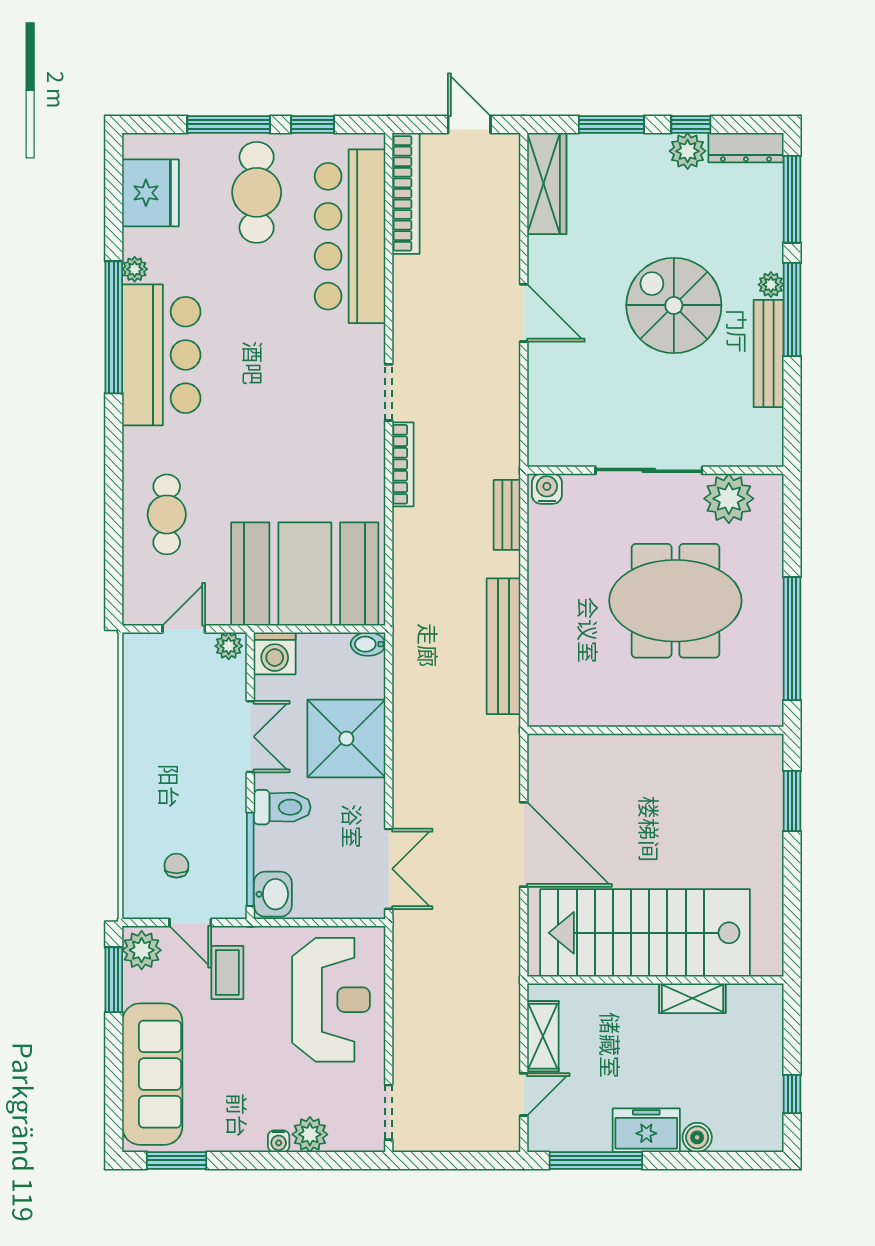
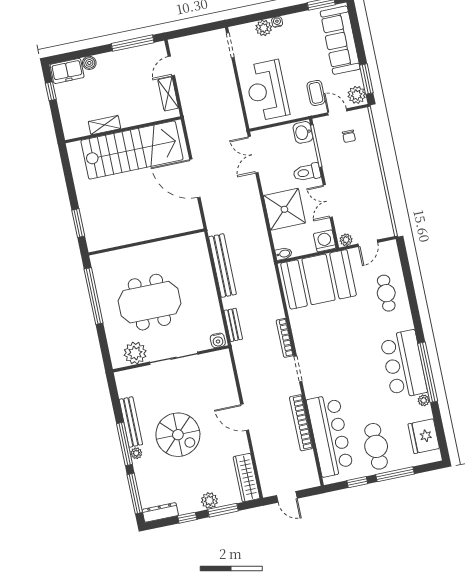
plant: (688, 151) -> (209, 501), moved
bookcase: (406, 193) -> (301, 423), moved
freezer: (646, 1130) -> (67, 71), moved

